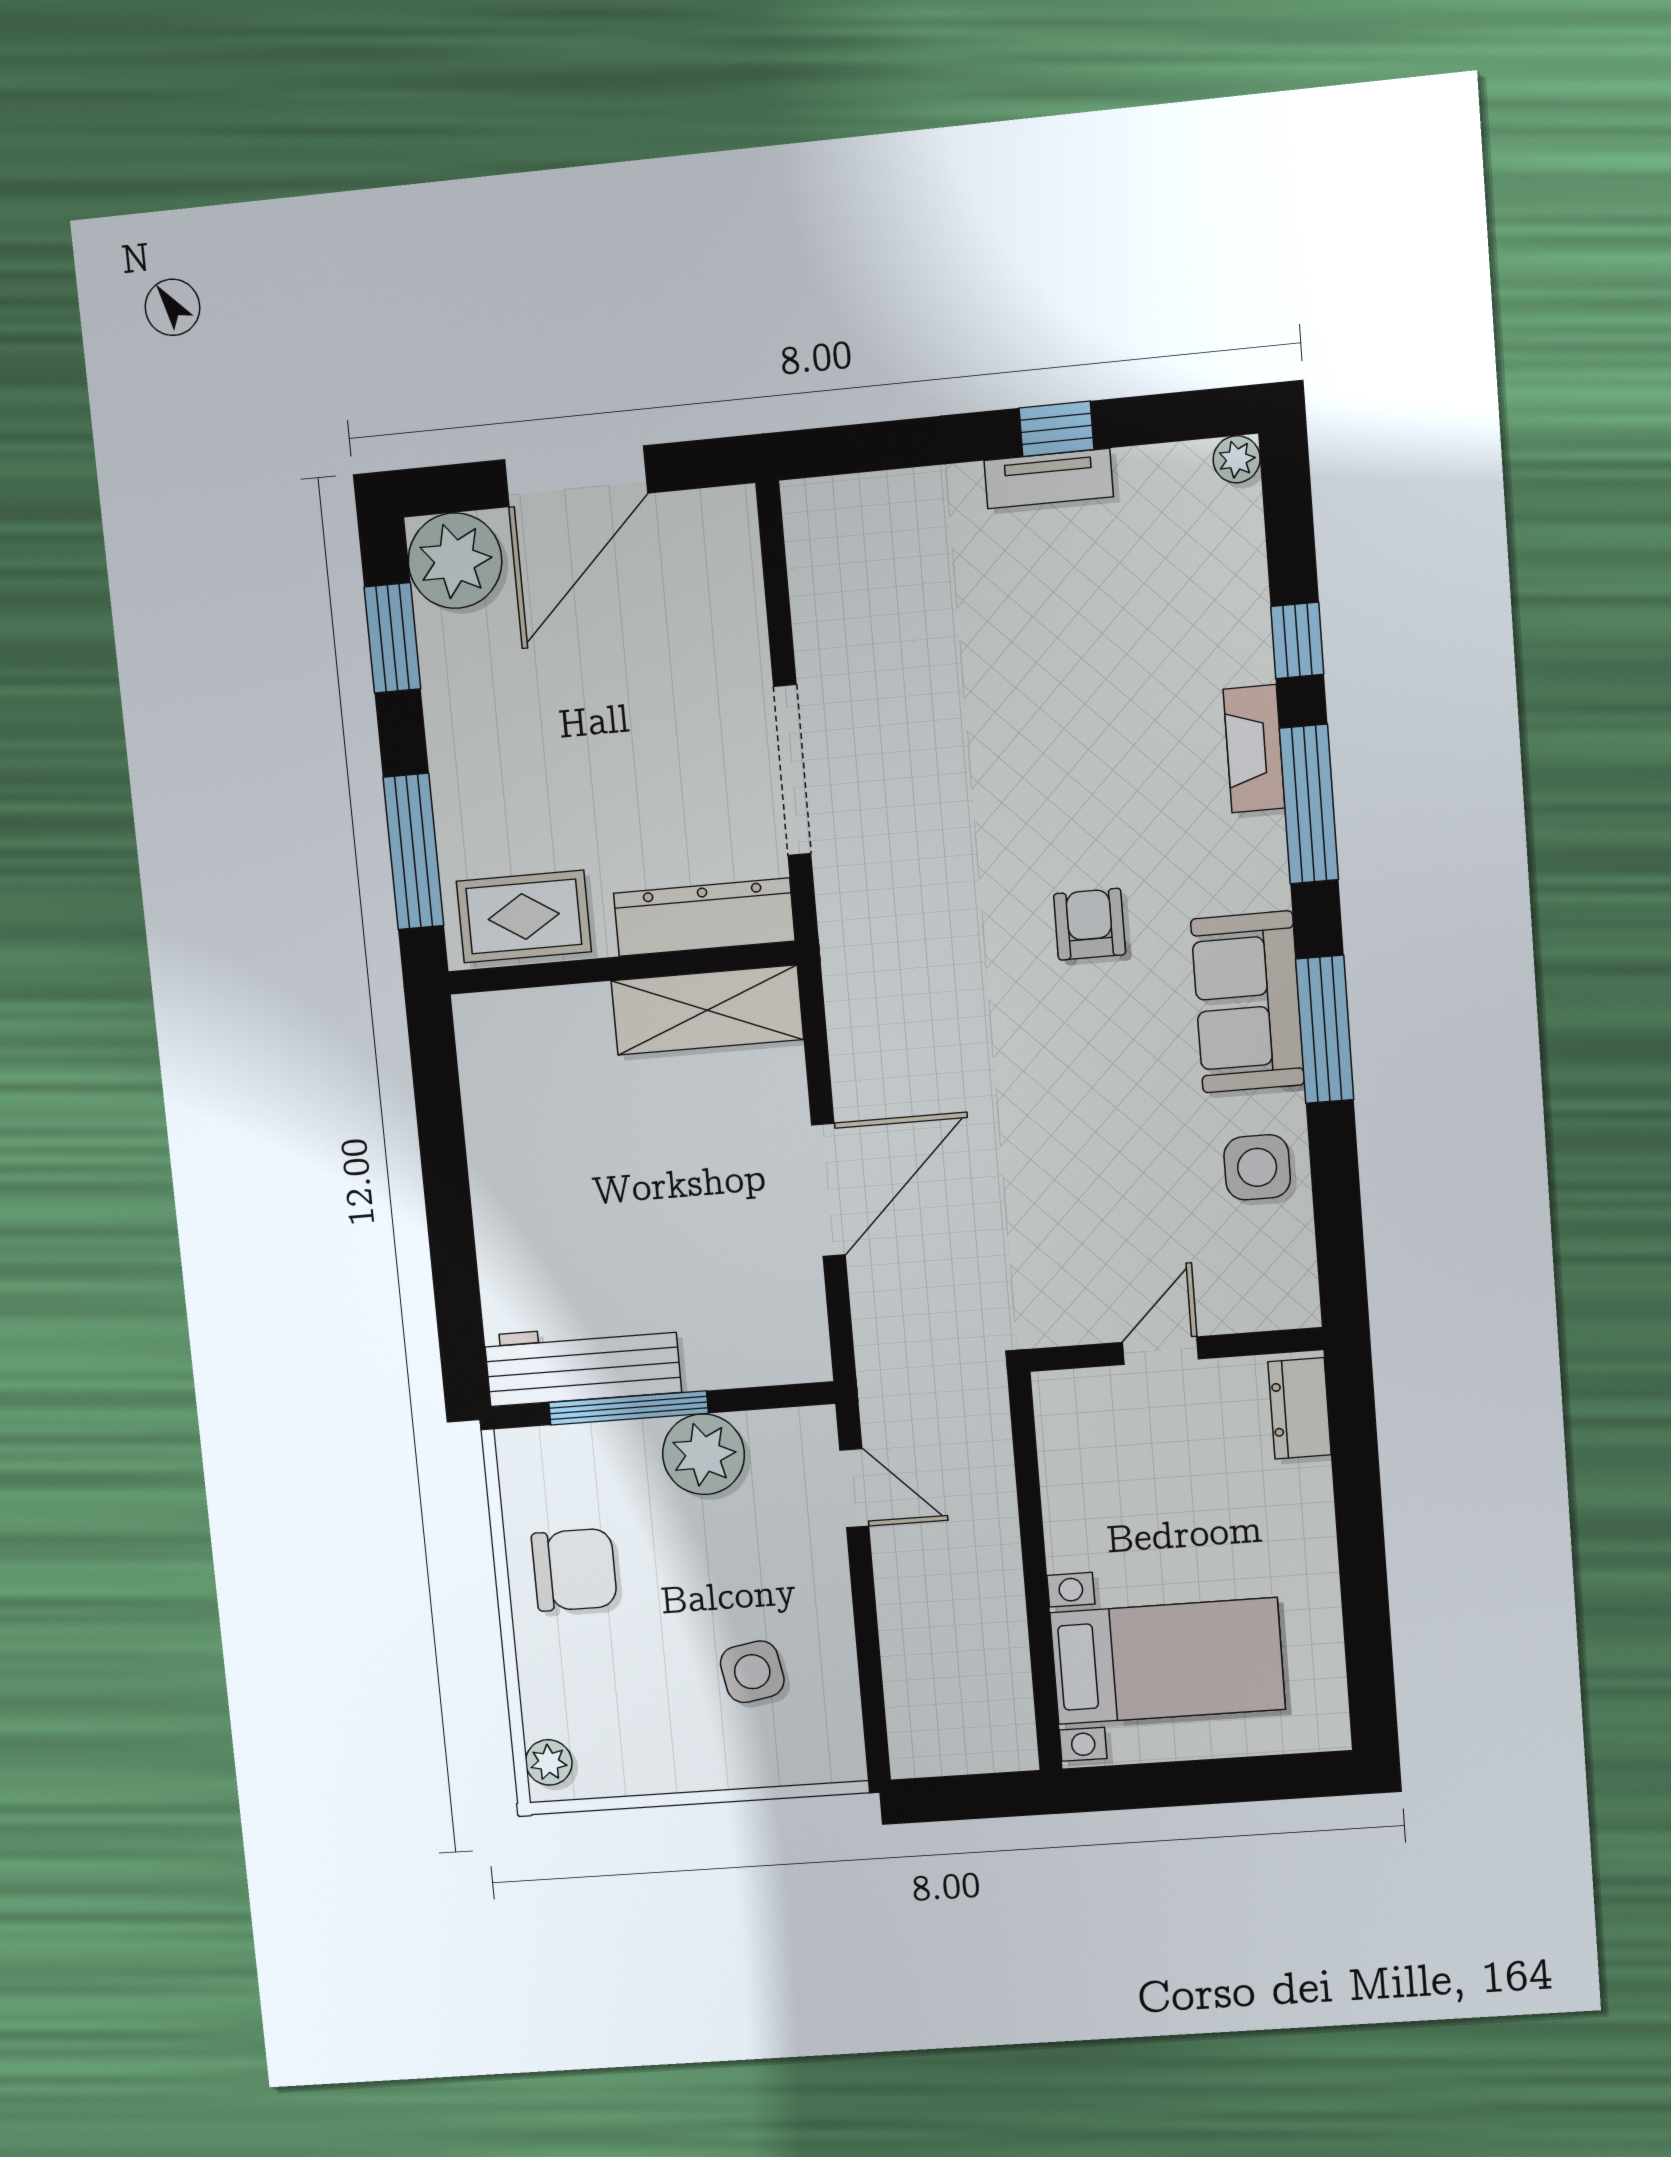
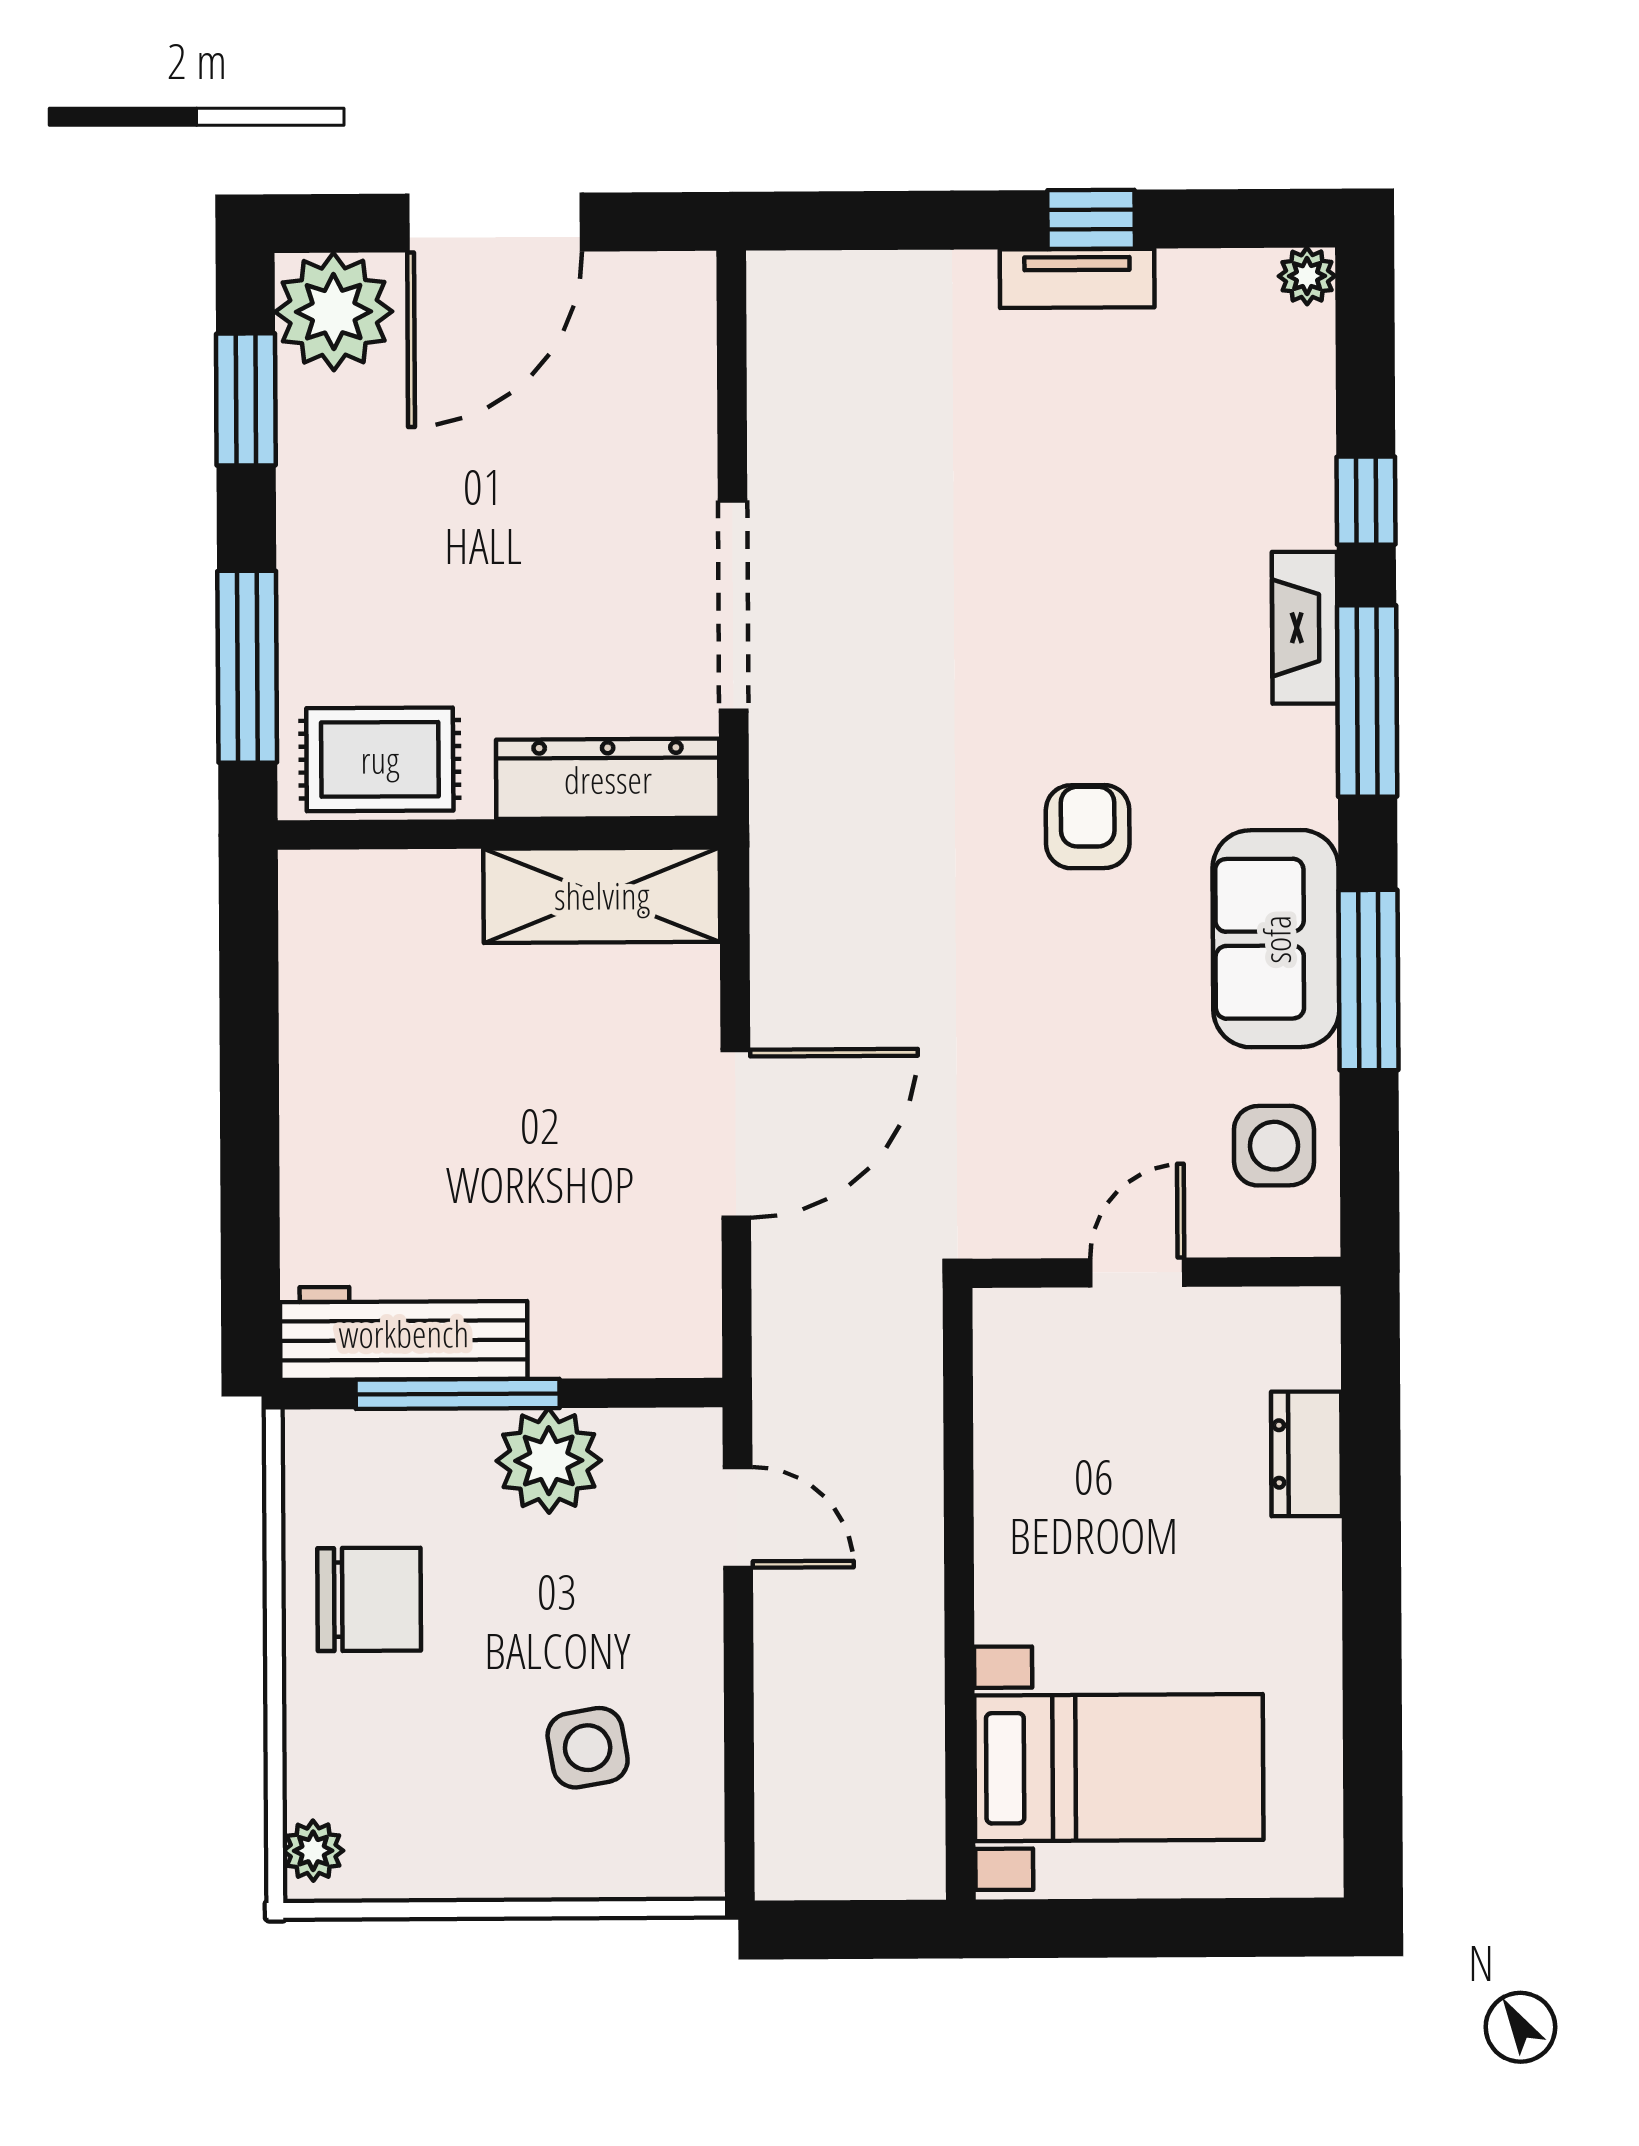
wall: (1176, 1349) -> (1156, 1272), moved
door: (1160, 1351) -> (1137, 1272), moved

